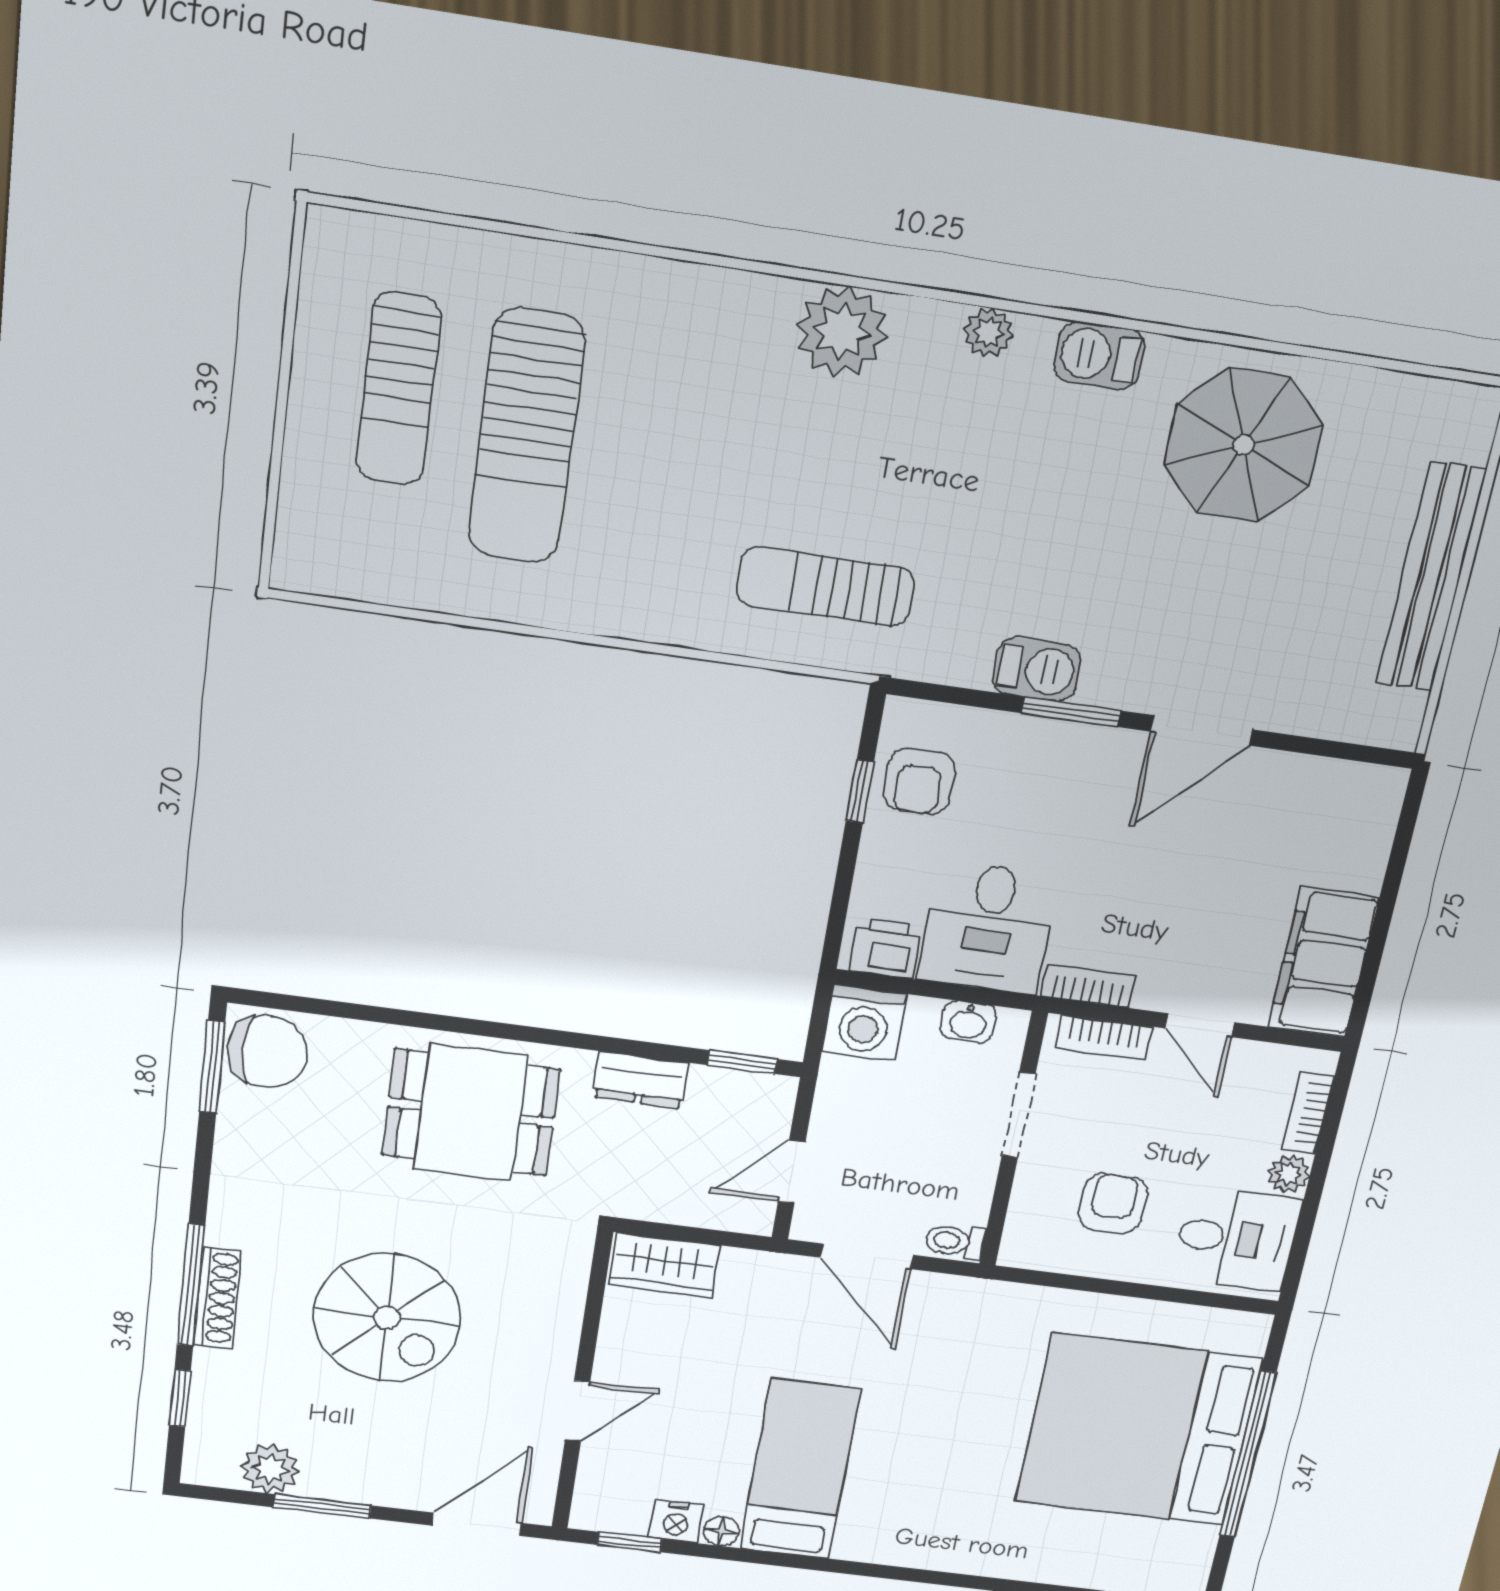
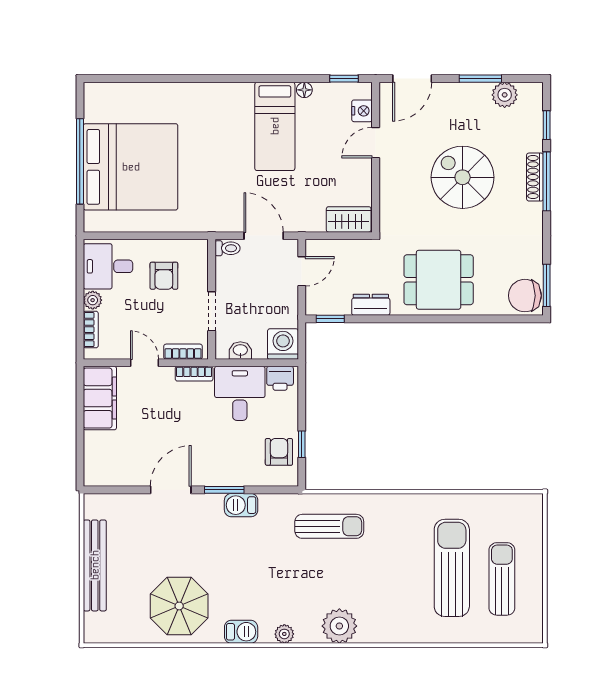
nightstand: (676, 1521) -> (362, 111), moved, turned 90

